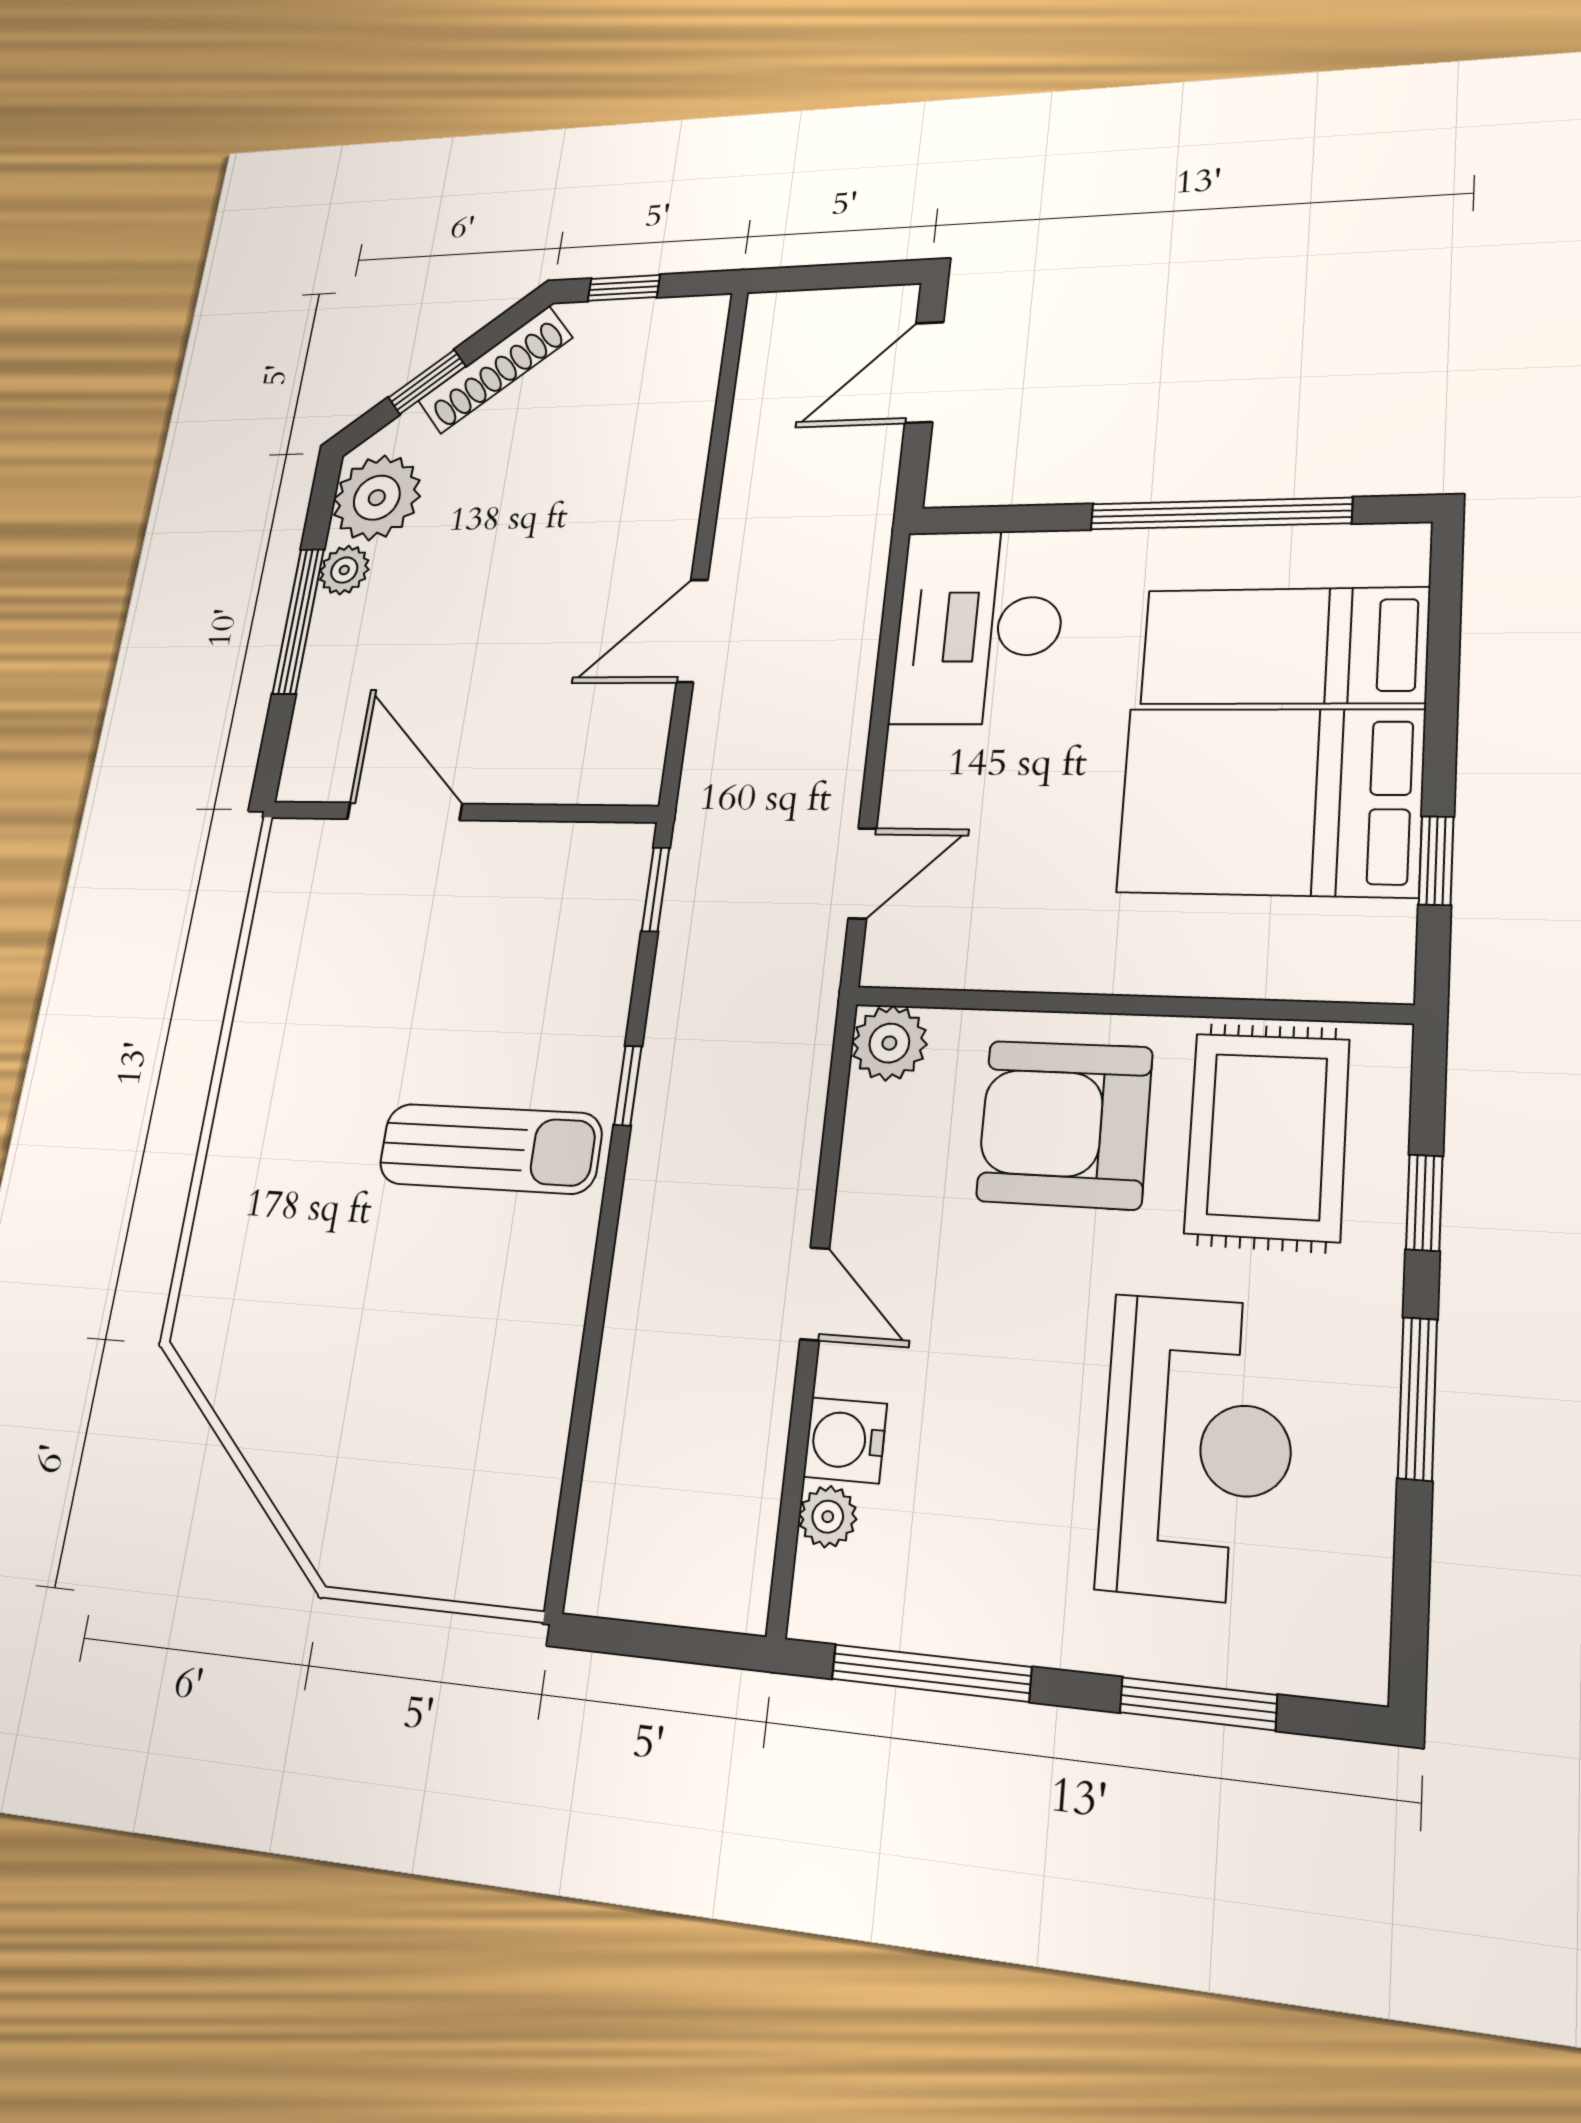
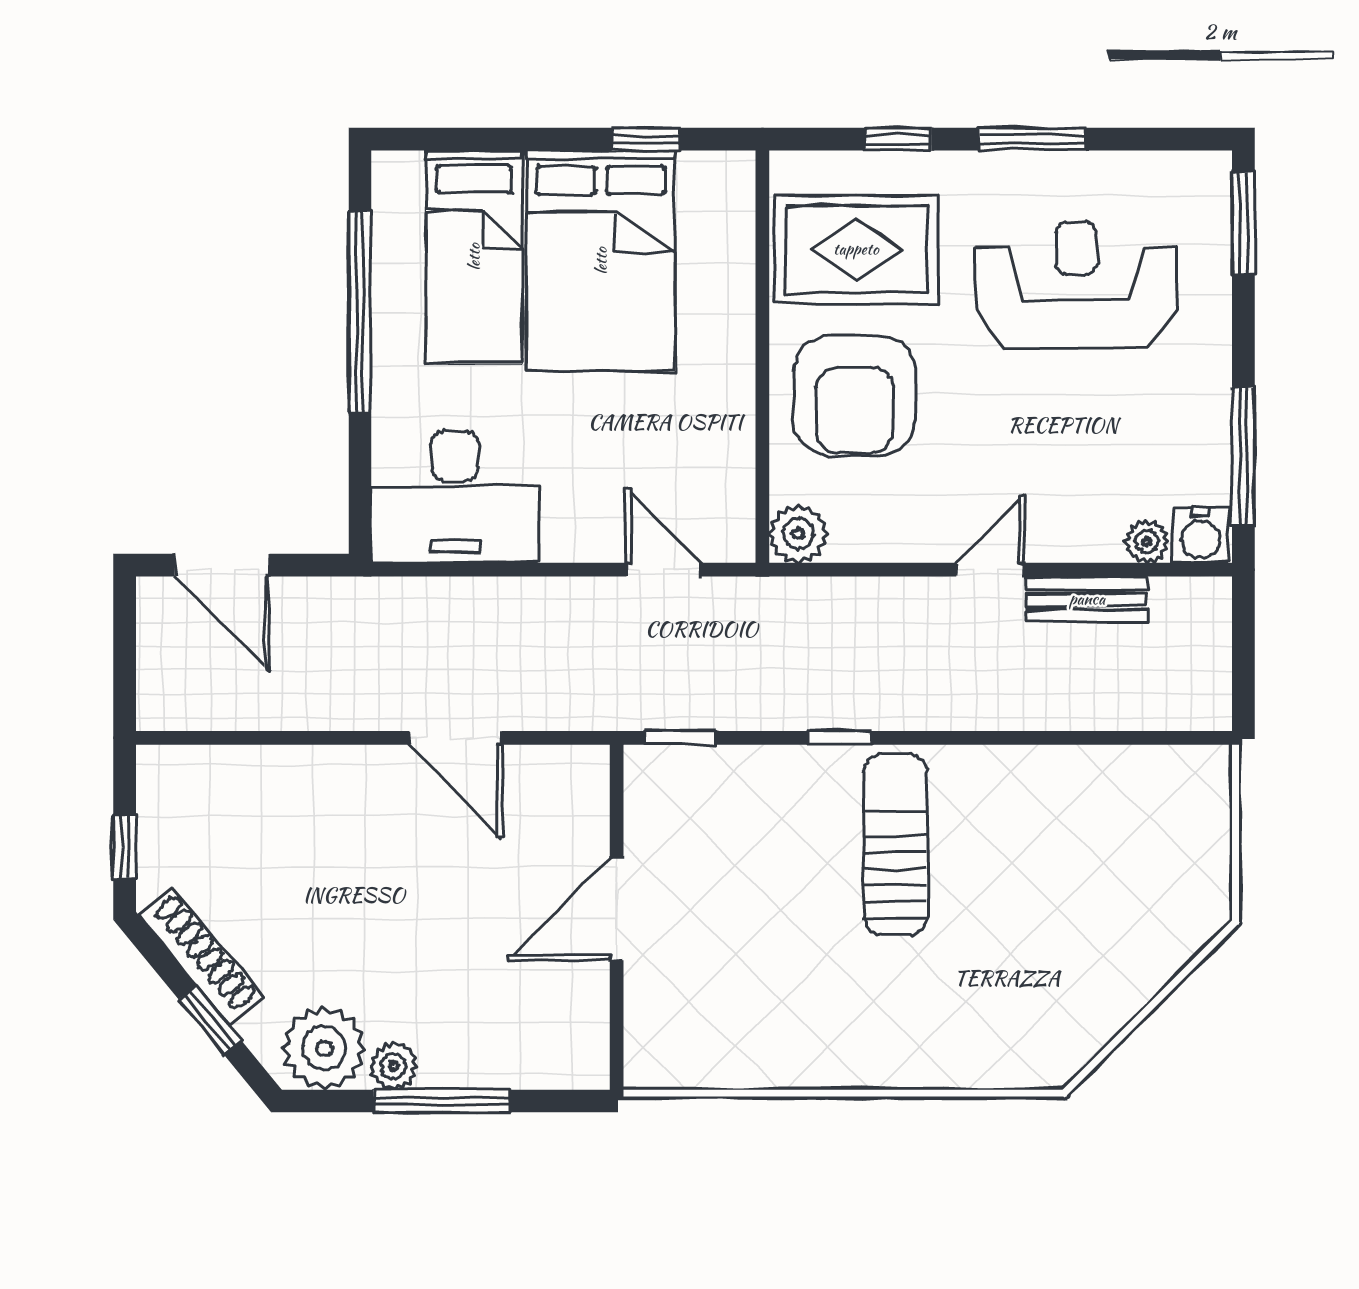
door: (405, 811) -> (617, 909), moved
bench: (760, 1424) -> (1087, 599), added
water cooler: (845, 1440) -> (1200, 535), moved
window: (1198, 1704) -> (1243, 223), moved

